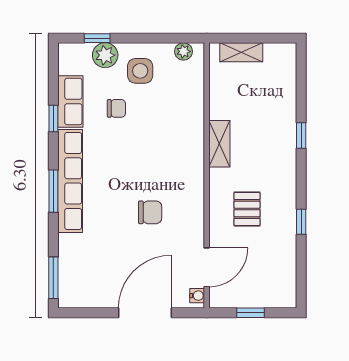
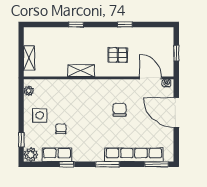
plant: (105, 55) -> (31, 155), moved
row of seats: (70, 181) -> (134, 155), moved

